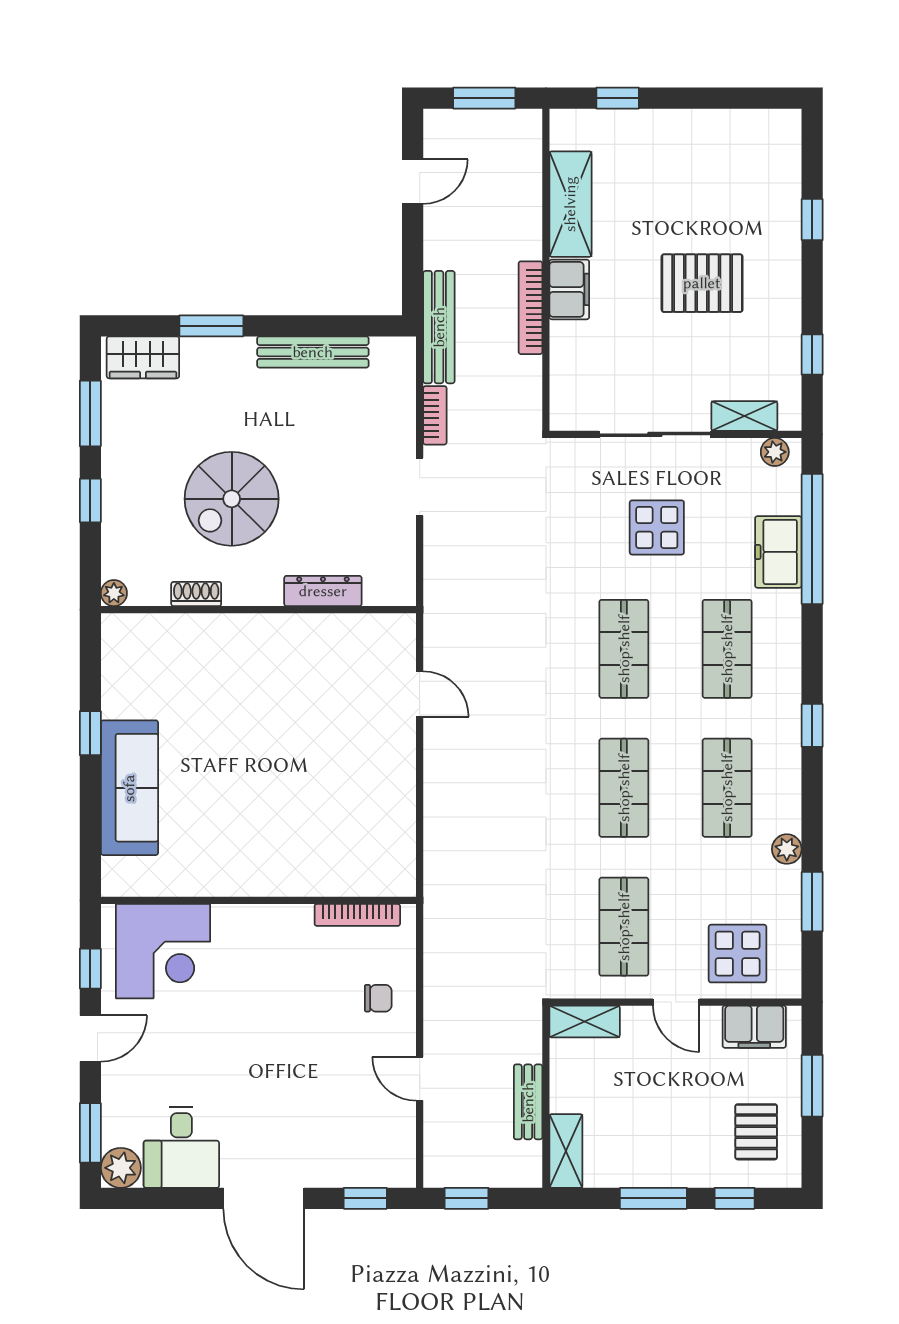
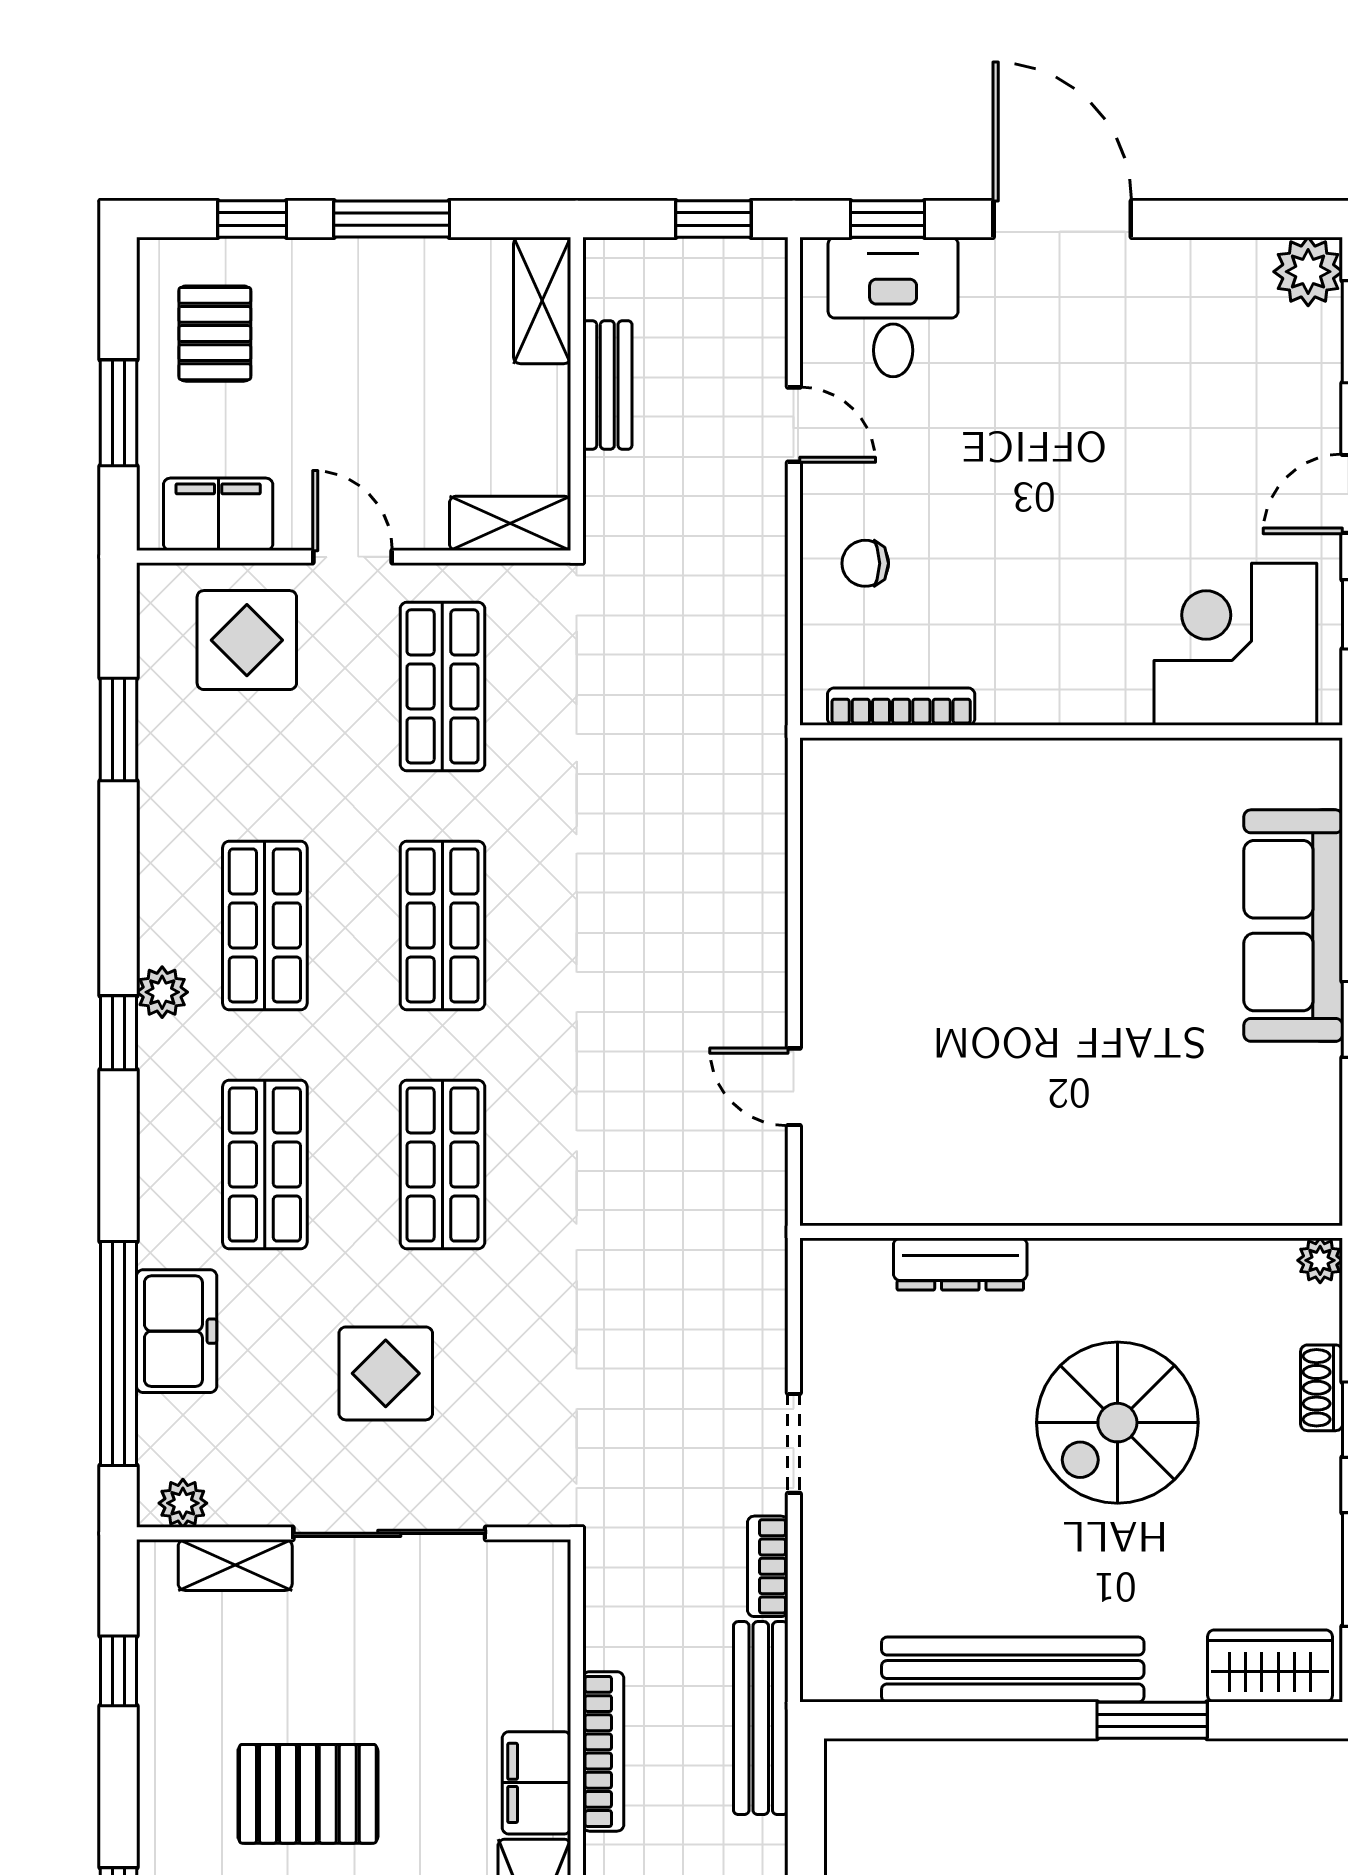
bench: (313, 352) -> (1013, 1670), width x1.37, depth x1.21
spiral stairs: (232, 499) -> (1117, 1423), turned 180
shoe rack: (196, 594) -> (1322, 1388), moved, turned 90
plant: (787, 849) -> (162, 992), moved
desk: (181, 1147) -> (893, 307), moved

